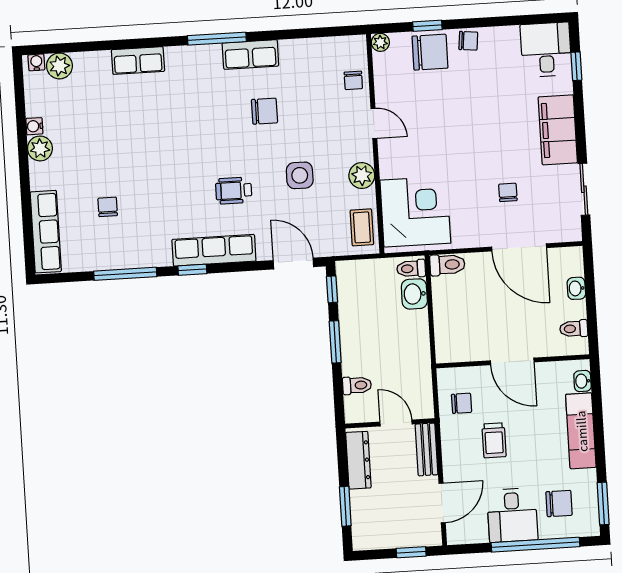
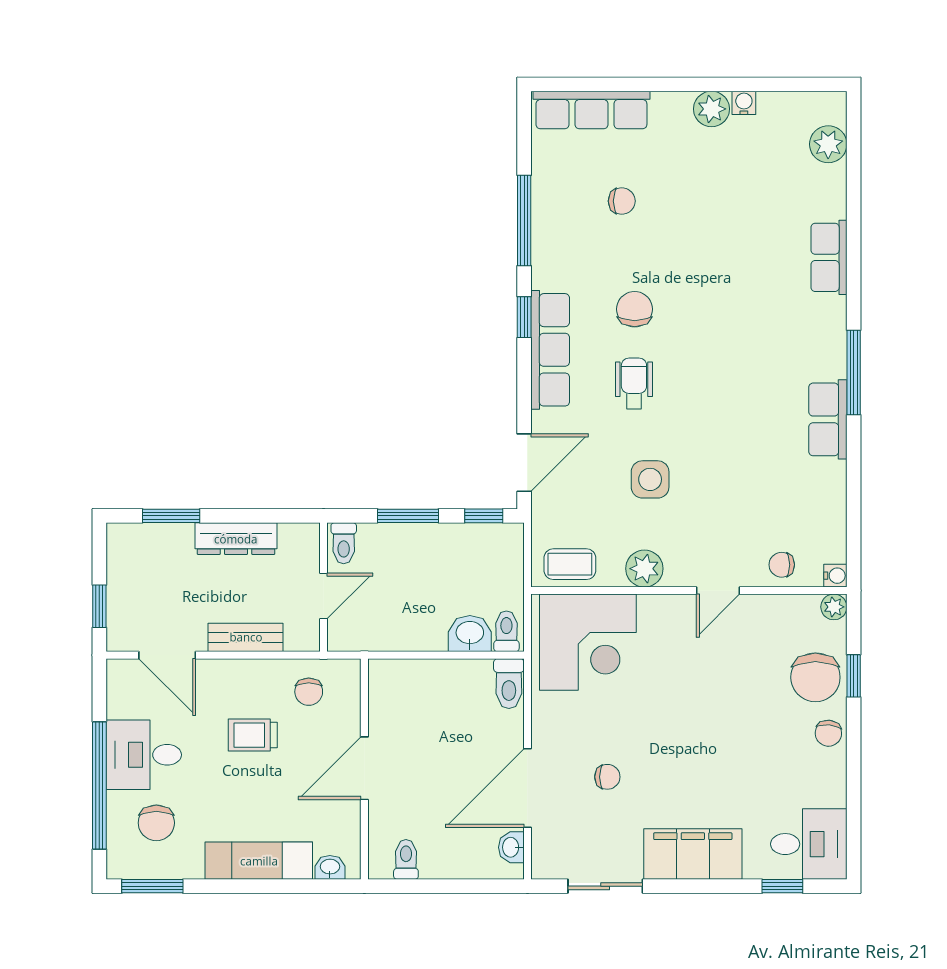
water cooler: (36, 62) -> (835, 576), moved
chair: (264, 111) -> (635, 309), moved, turned 180
washbasin: (576, 288) -> (511, 847), moved, turned -90
wall: (390, 423) -> (324, 587), moved
door: (396, 423) -> (324, 596), moved

